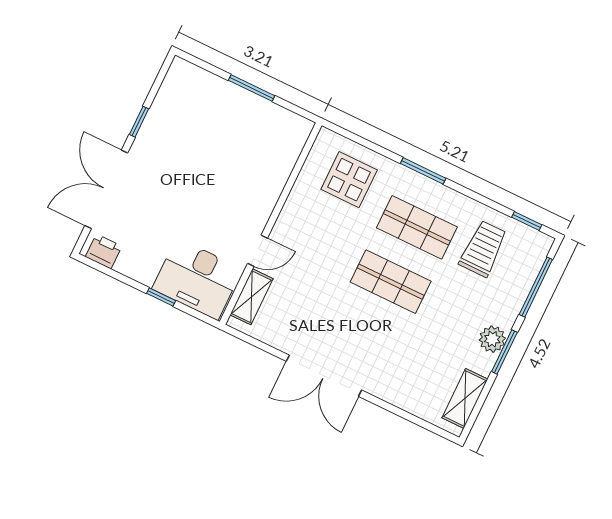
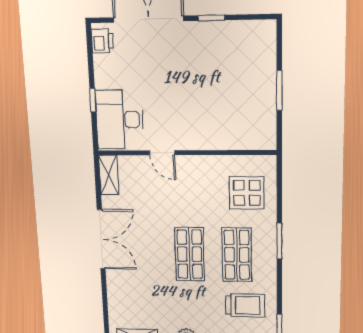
shelving: (252, 297) -> (109, 175), moved, turned 90
double door: (324, 376) -> (101, 239), swing flipped

